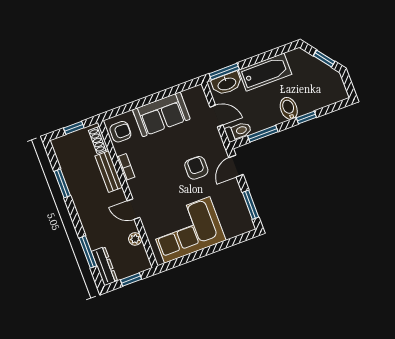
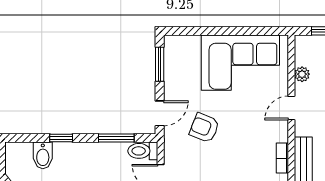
bidet: (289, 108) -> (43, 155), moved
armchair: (196, 168) -> (204, 128), turned 112
door: (133, 209) -> (291, 108), swing flipped

